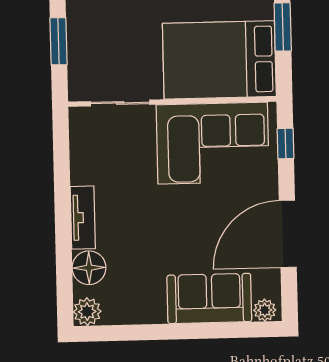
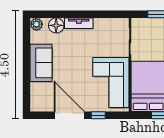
window: (286, 144) -> (98, 115), moved
sofa: (209, 298) -> (41, 63), moved
plant: (265, 310) -> (35, 104), removed

